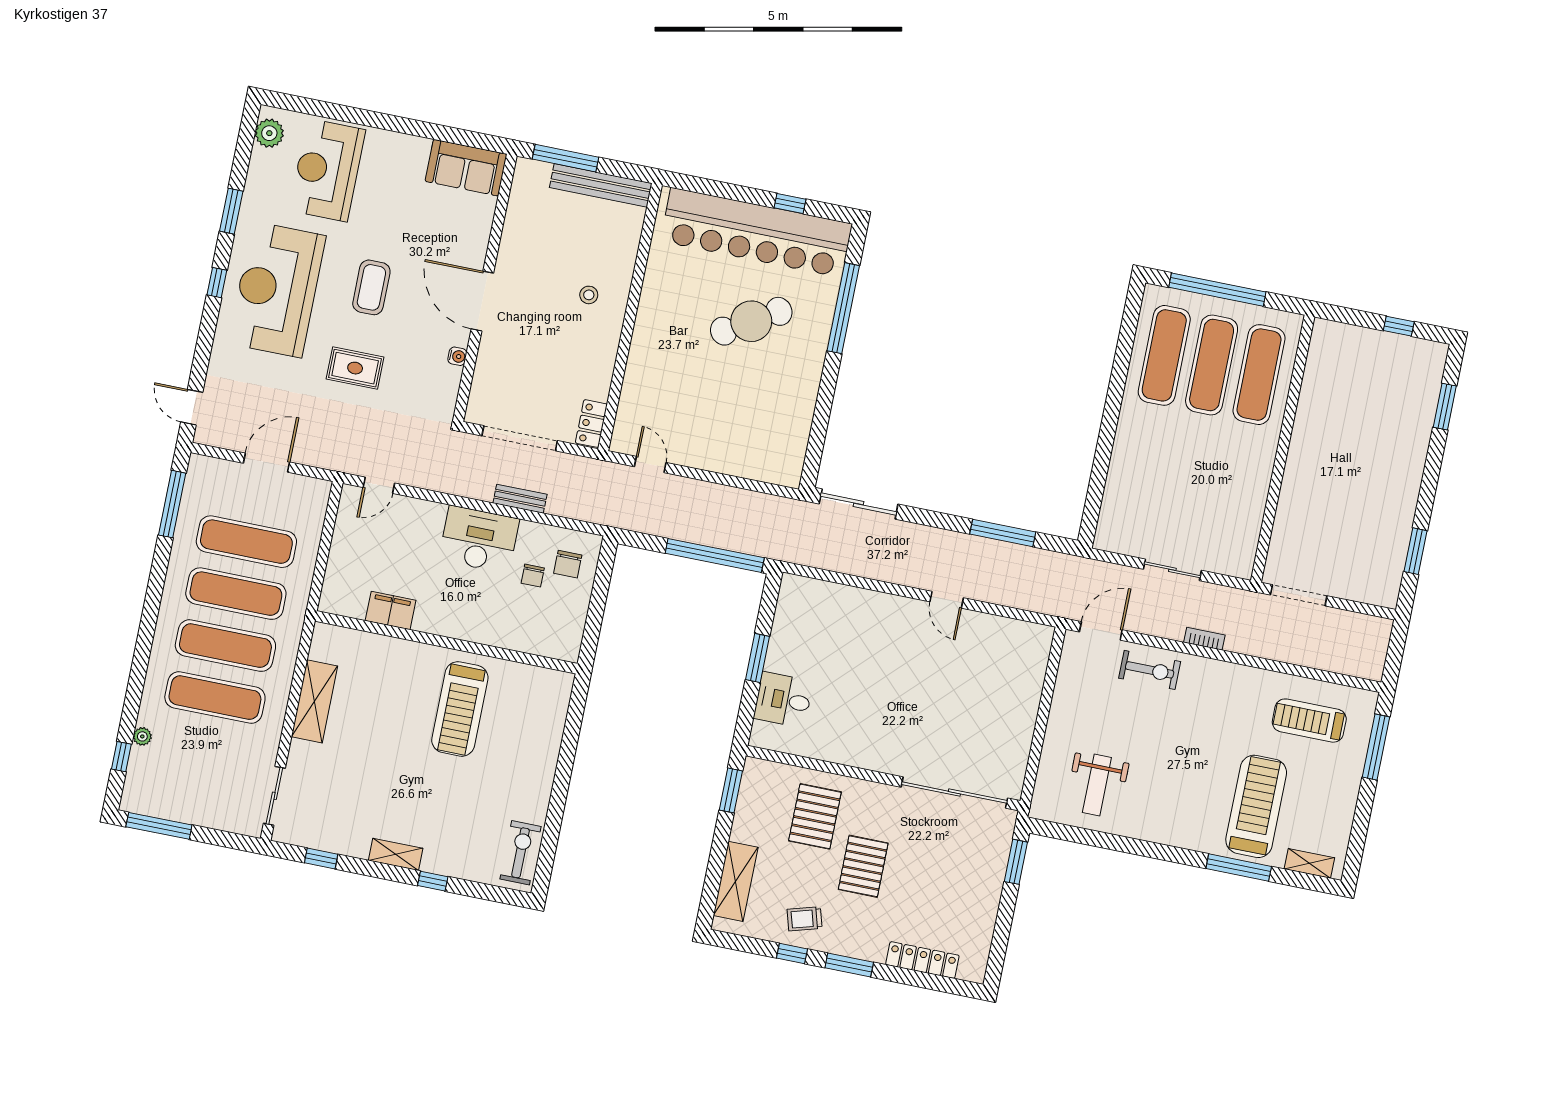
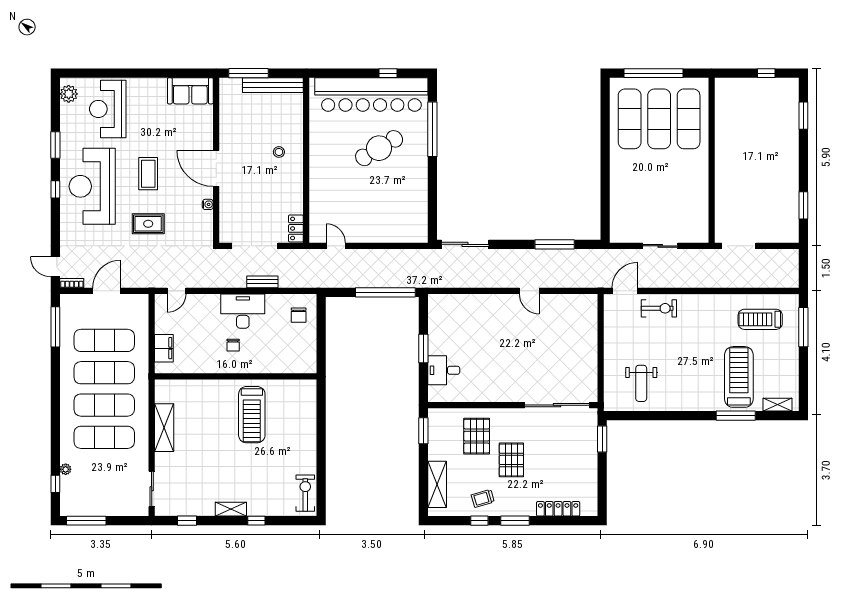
chair: (533, 576) -> (233, 345), moved
filing cabinet: (391, 611) -> (164, 348), moved, turned 90
bookcase: (1204, 639) -> (72, 283), moved

